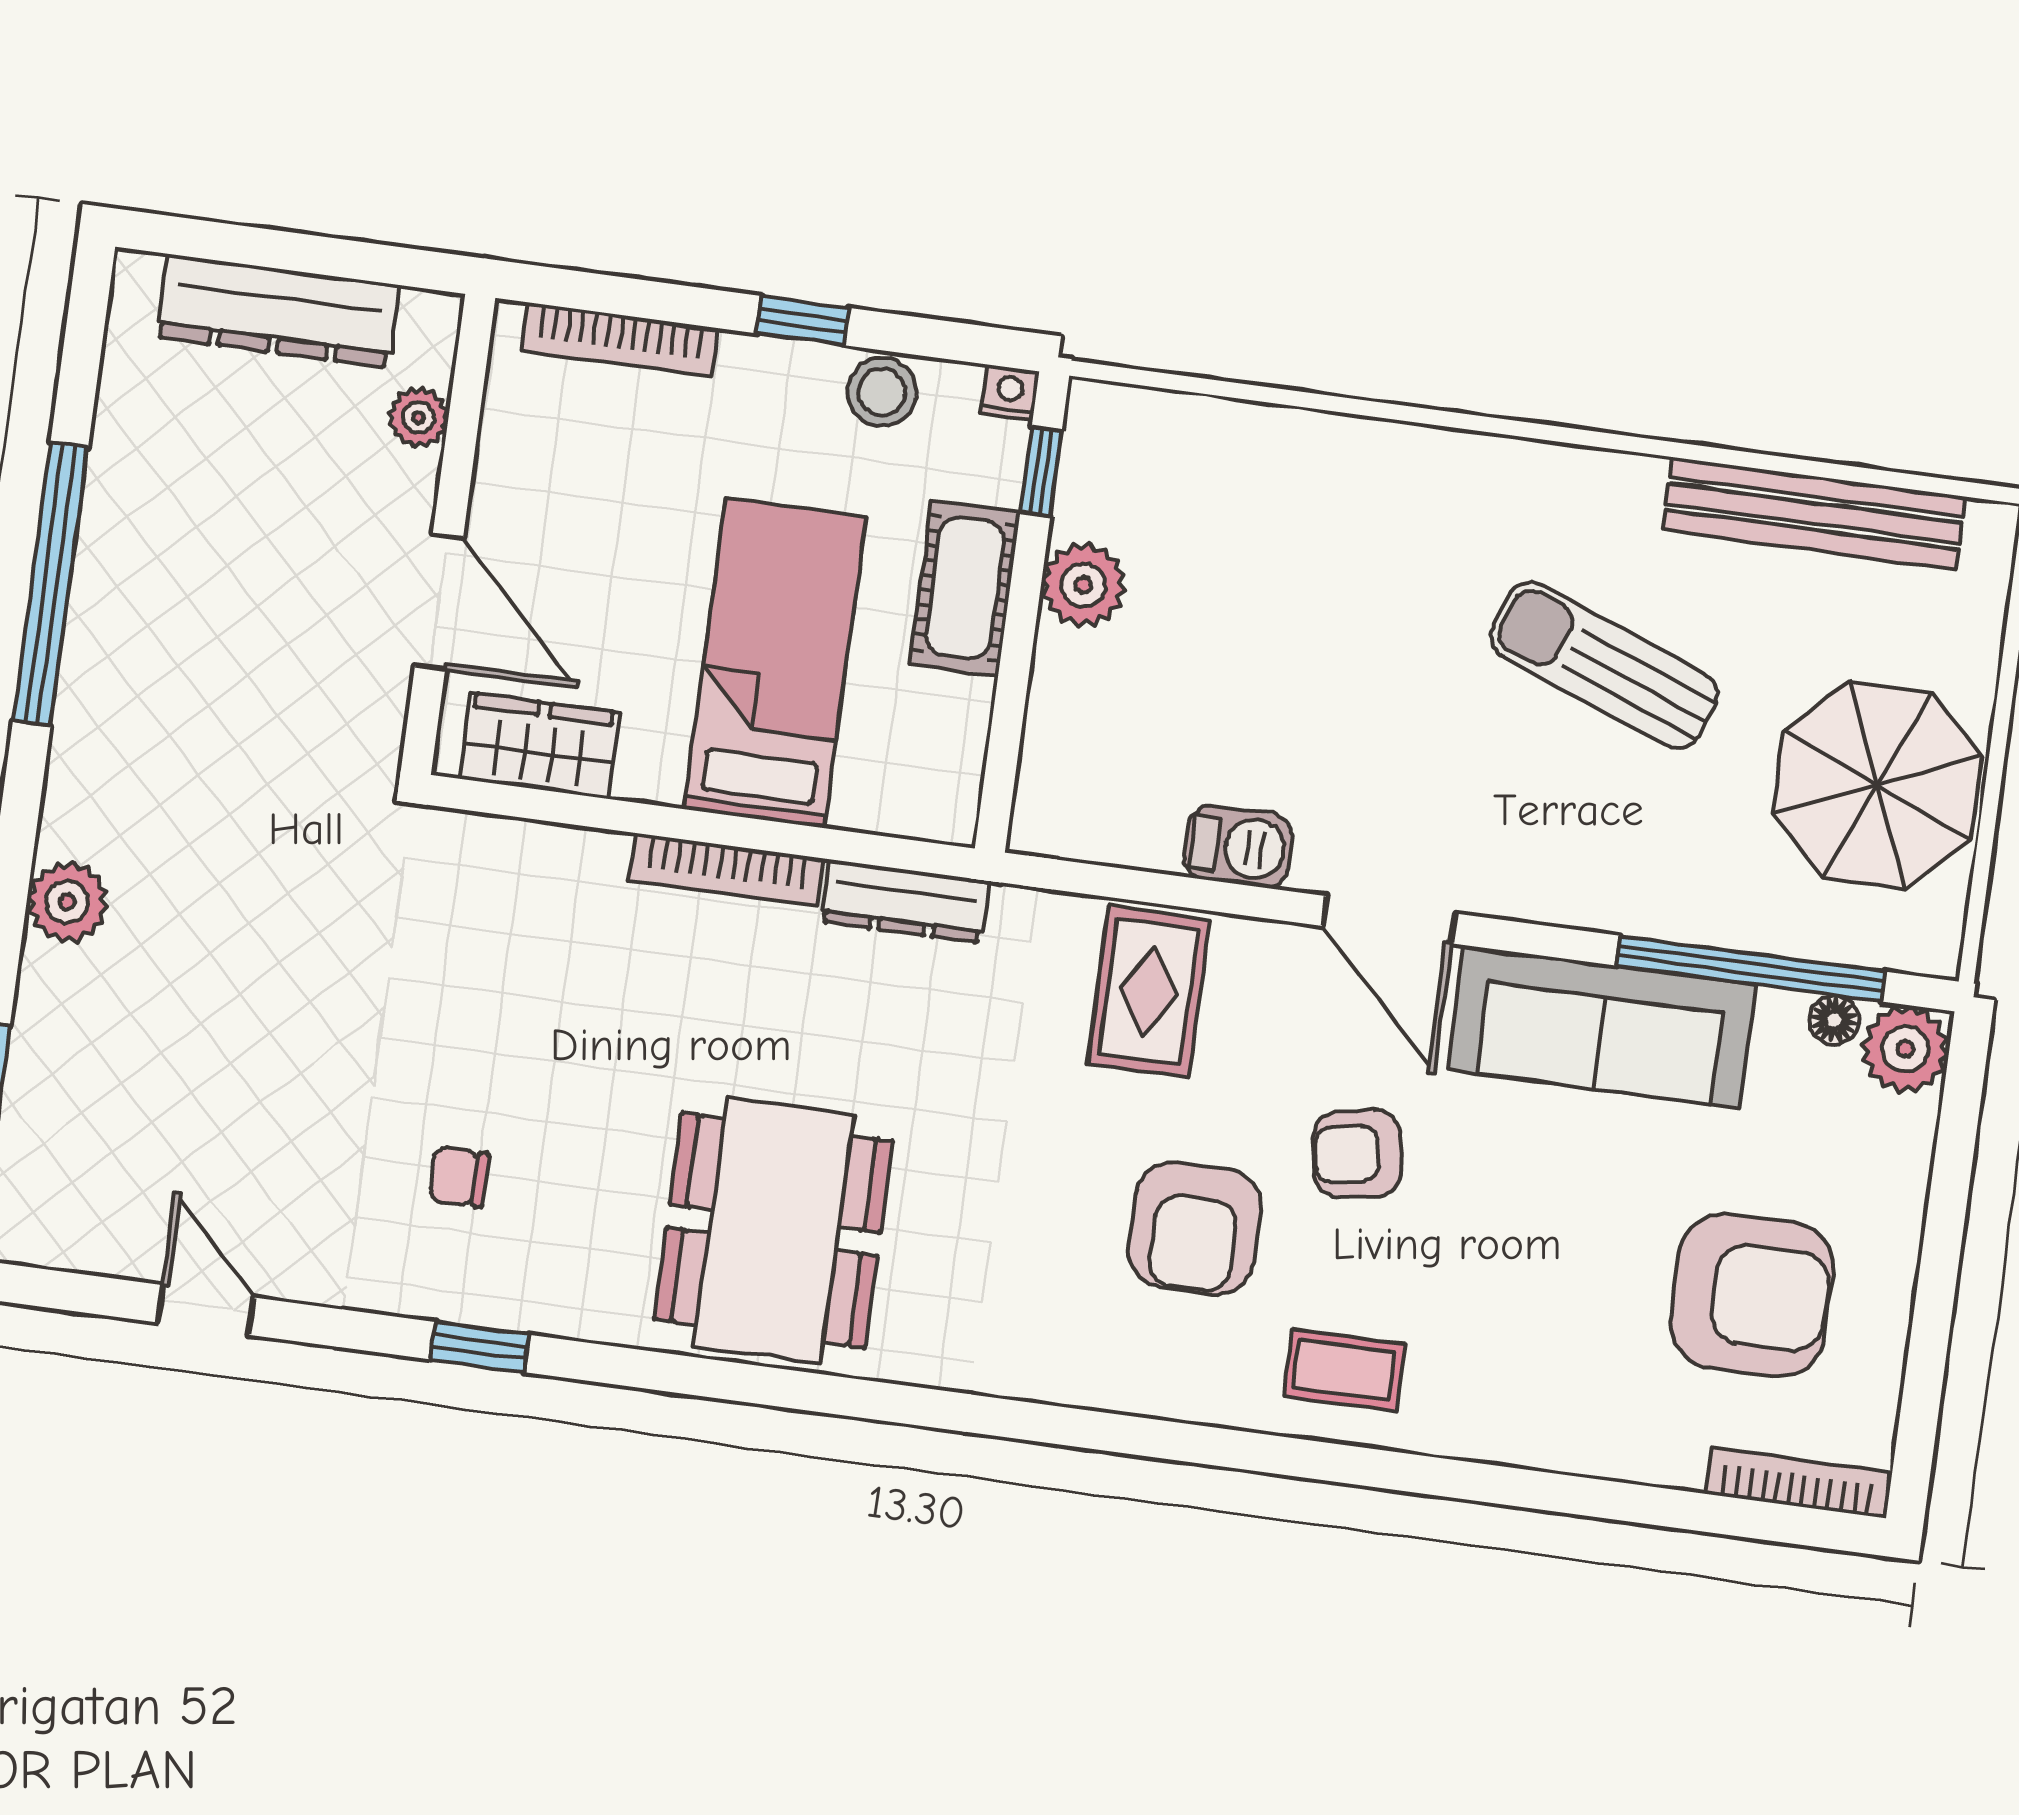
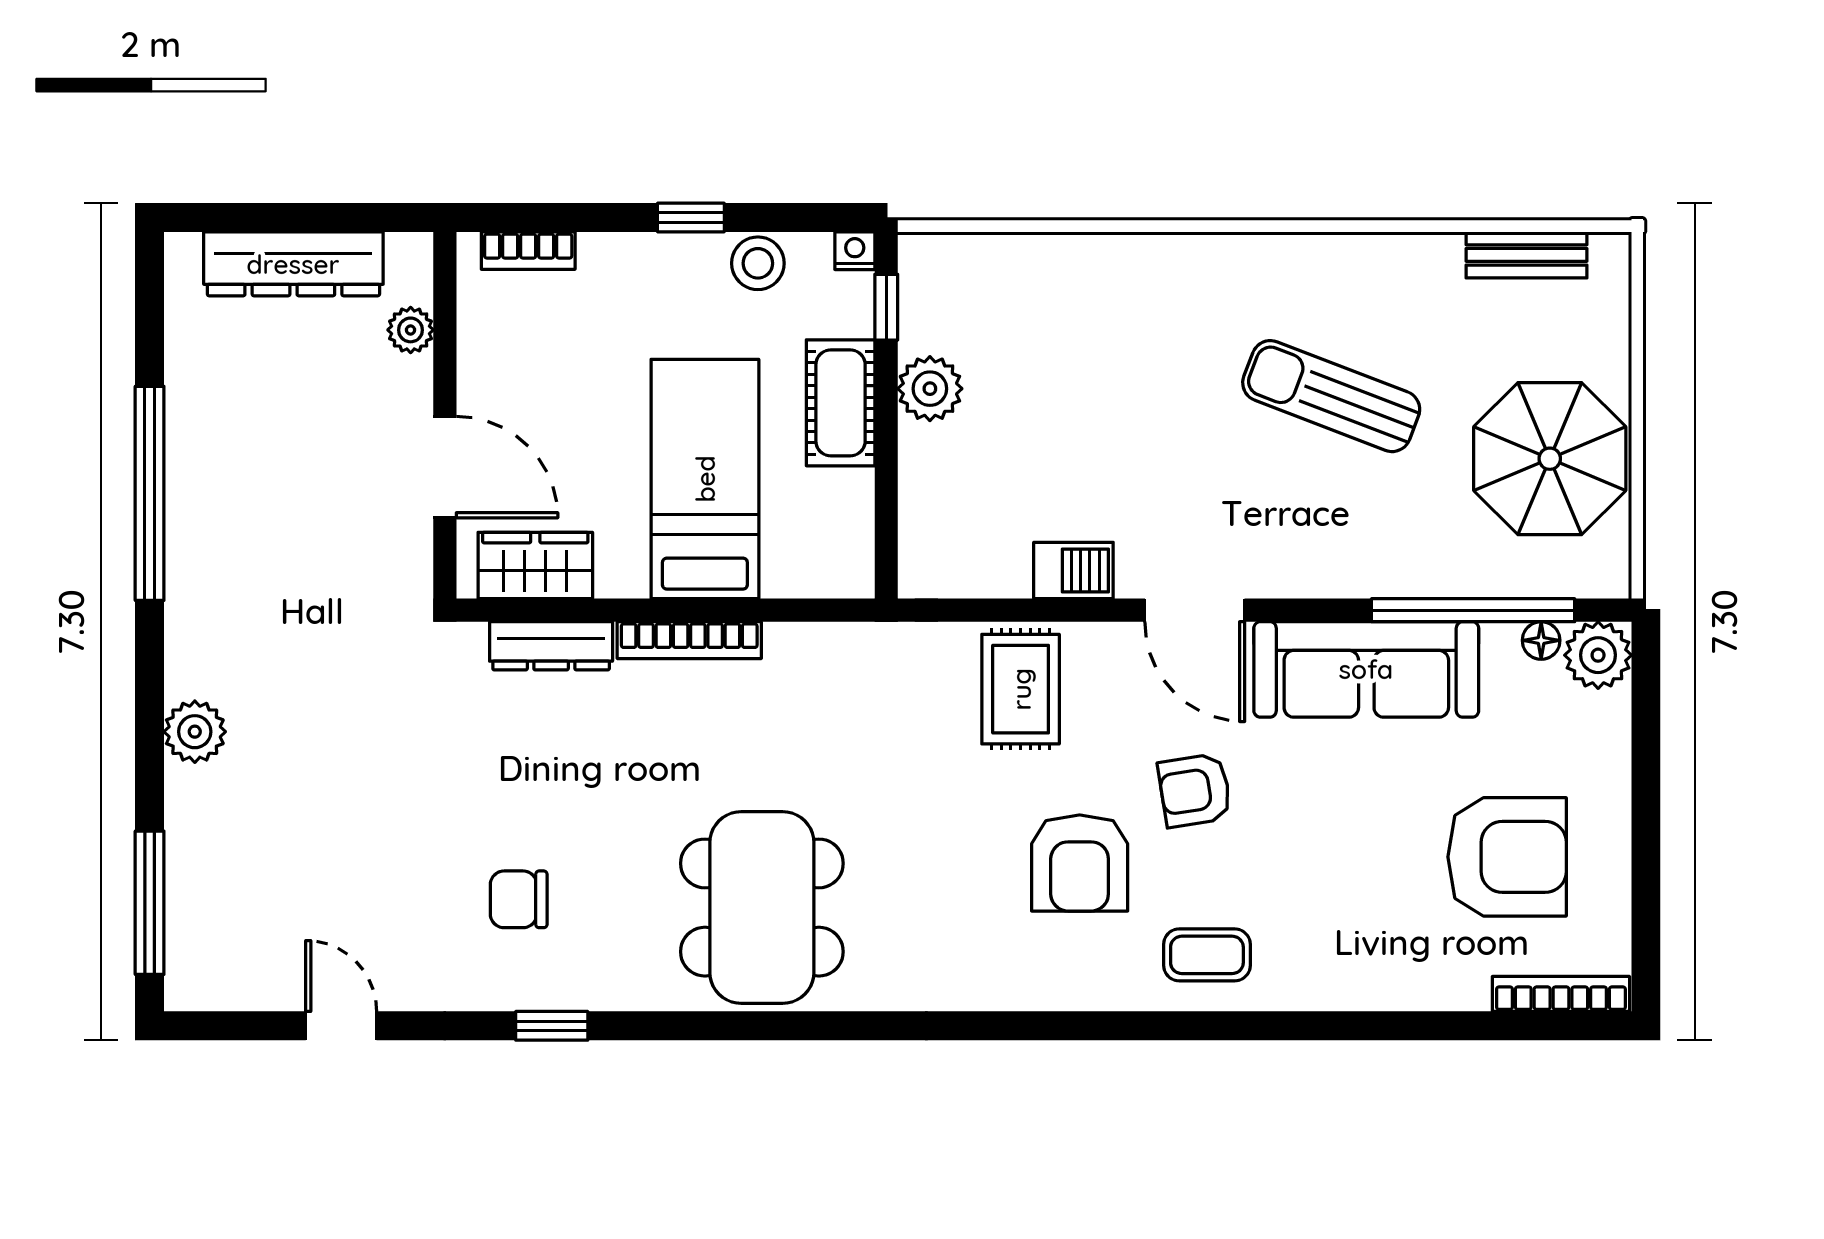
bookcase: (620, 340) -> (528, 251), width x0.64
bench: (1814, 513) -> (1526, 255), width x0.54, depth x0.82
dresser: (905, 901) -> (551, 646), moved
chair: (459, 1177) -> (519, 899), width x1.37, depth x1.37

